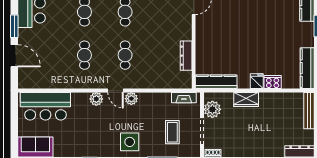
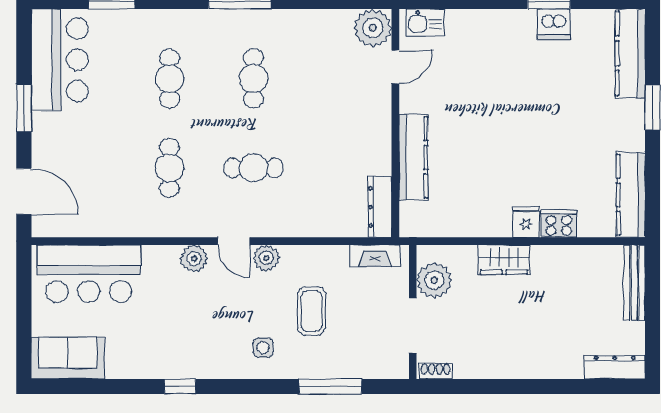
cafe table: (125, 55) -> (253, 168), turned 90
door: (14, 56) -> (24, 191), moved
dresser: (186, 56) -> (380, 207), moved
kitchen counter: (216, 82) -> (413, 157), moved, turned 90
coffee table: (172, 132) -> (312, 311), moved
side table: (130, 142) -> (263, 348), width x0.54, depth x0.54

